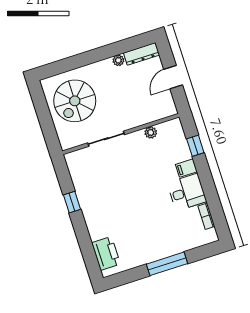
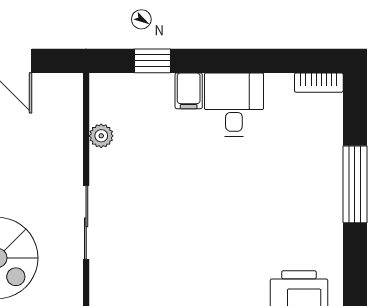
bookcase: (206, 216) -> (319, 83), moved

